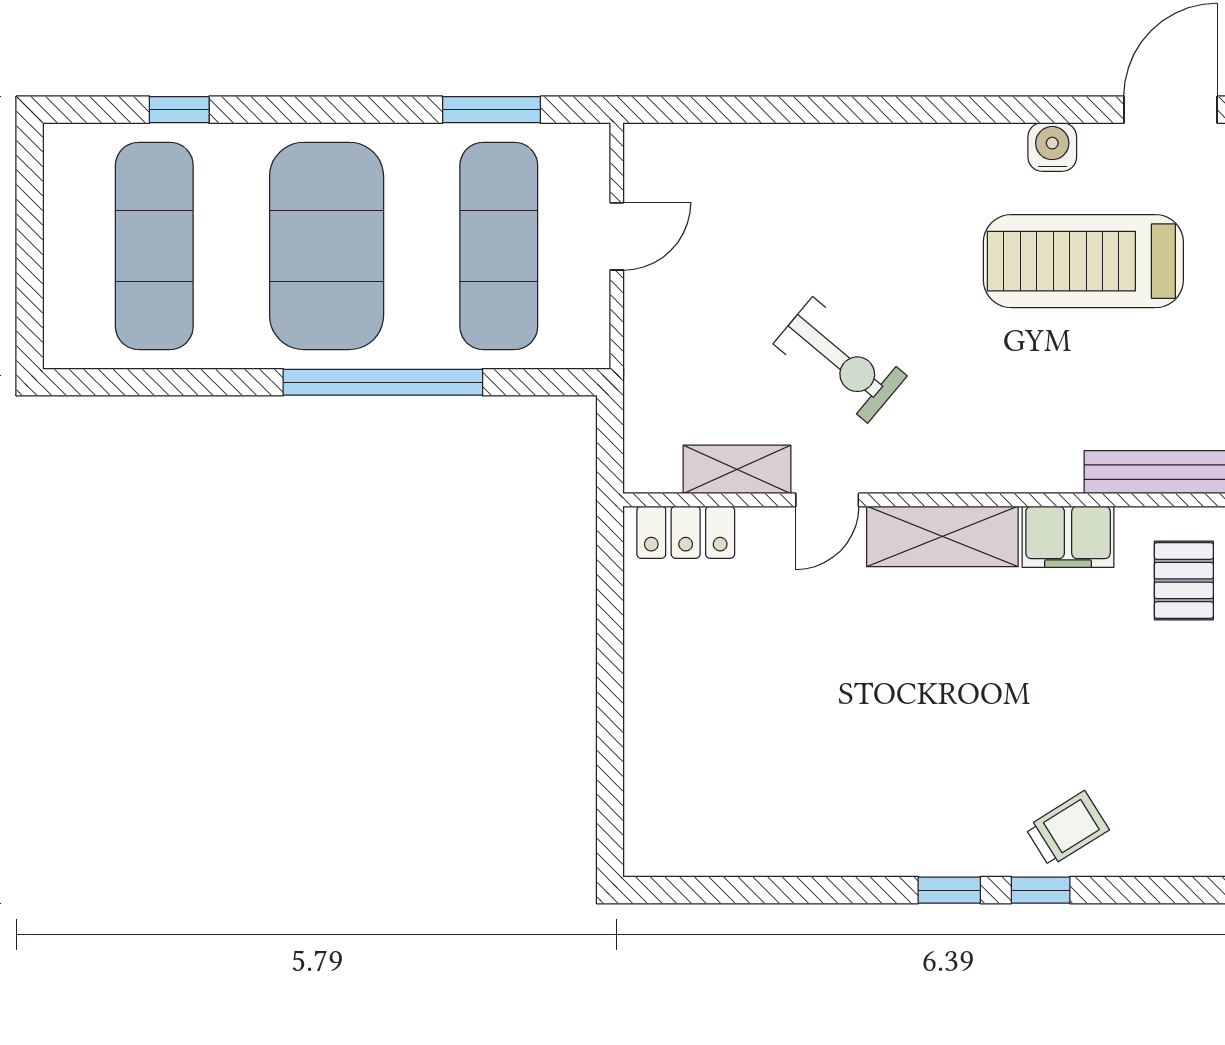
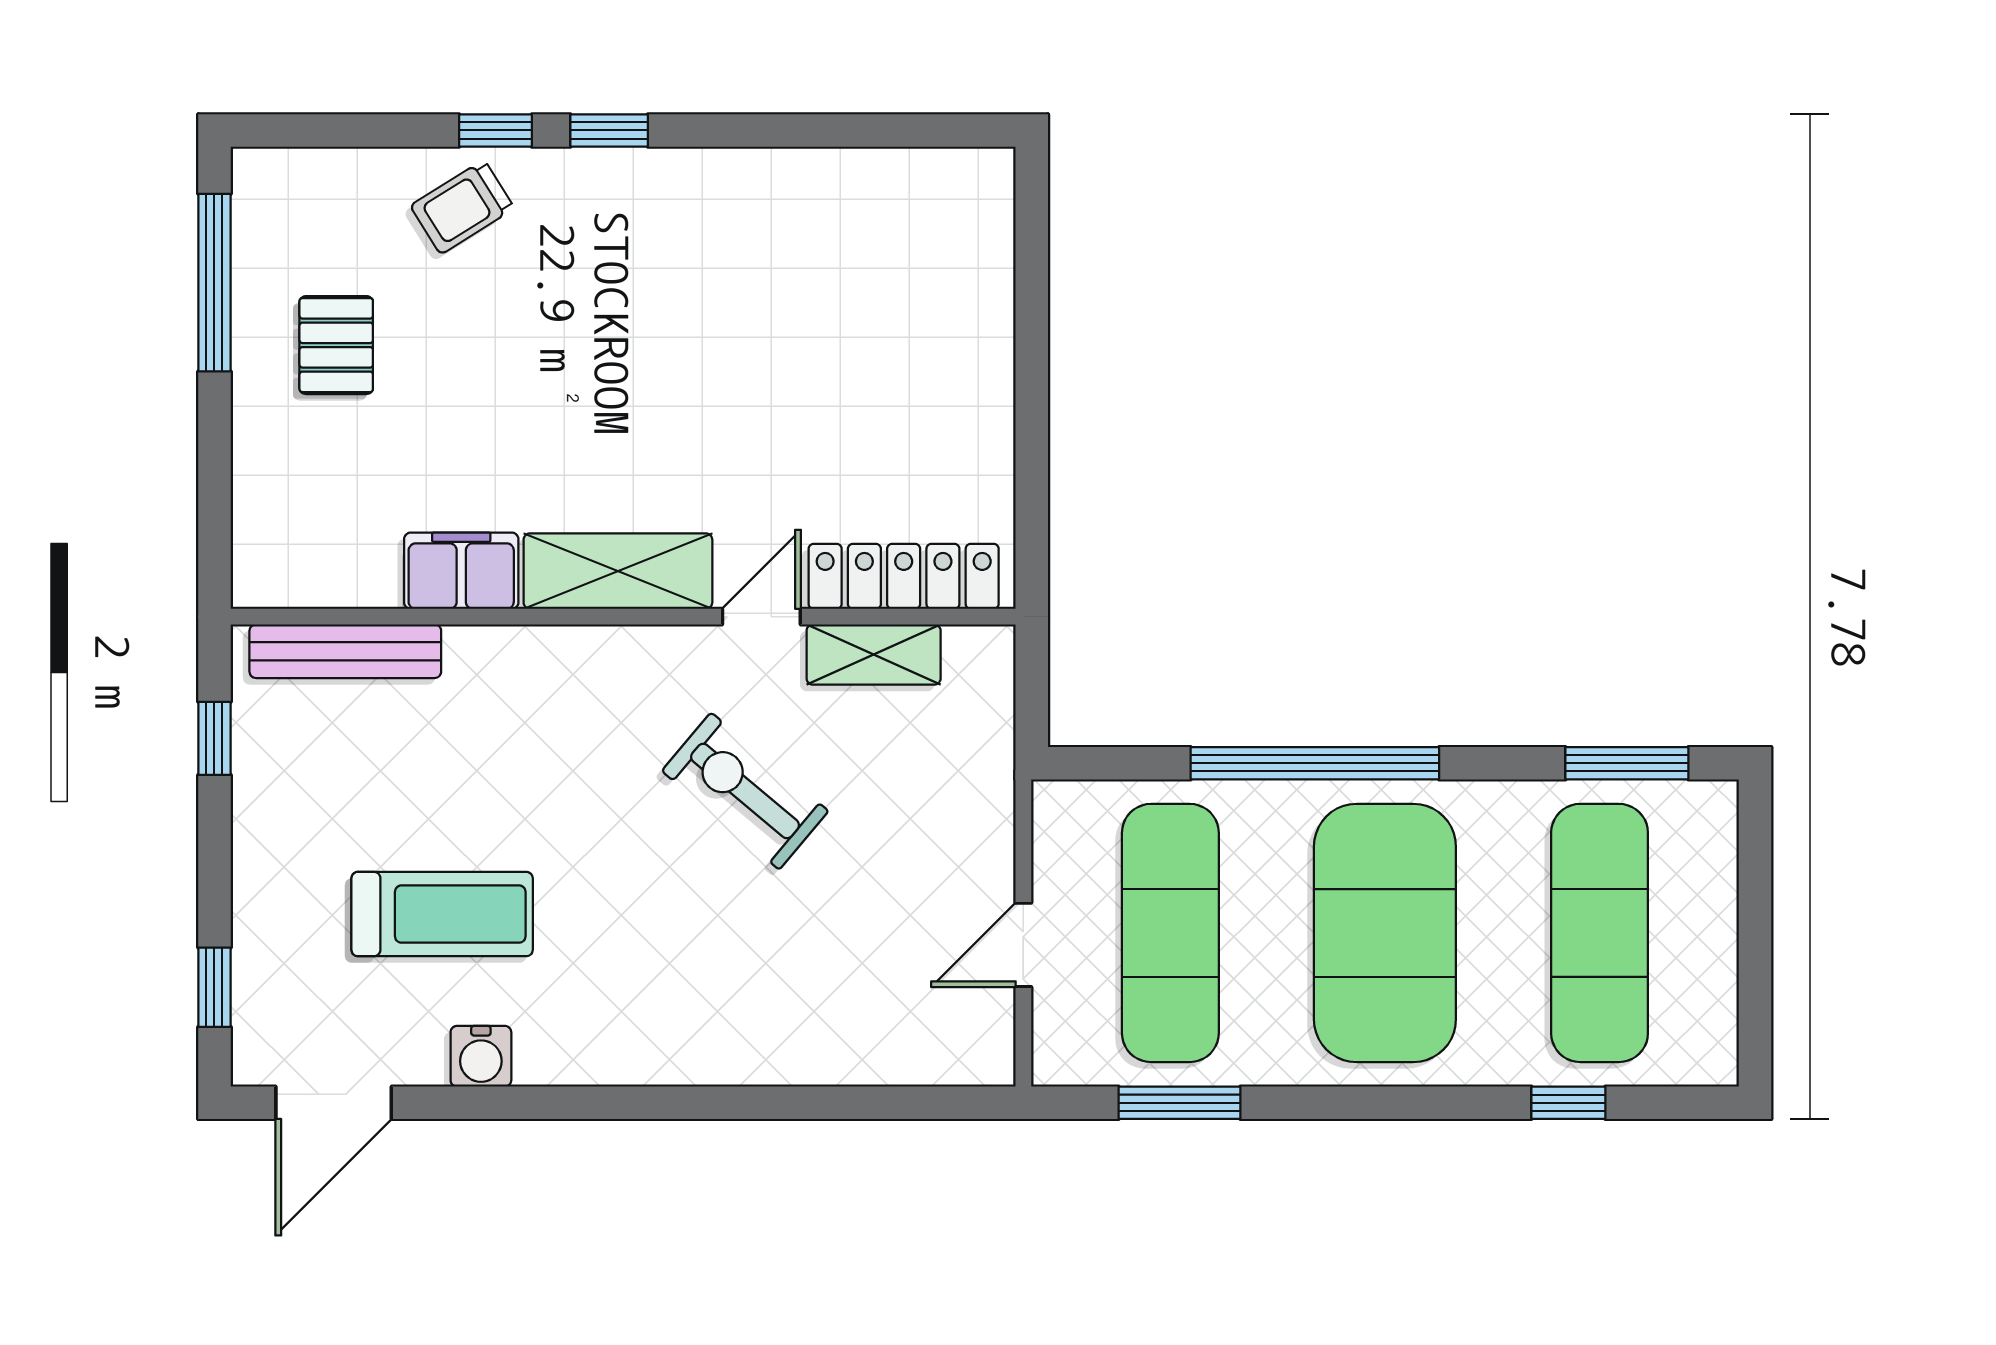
treadmill: (1083, 261) -> (442, 914), width x0.73, depth x0.73
window: (132, 382) -> (1627, 763), added
locker: (686, 532) -> (904, 576), width x1.53
pallet: (1184, 580) -> (336, 345), moved

